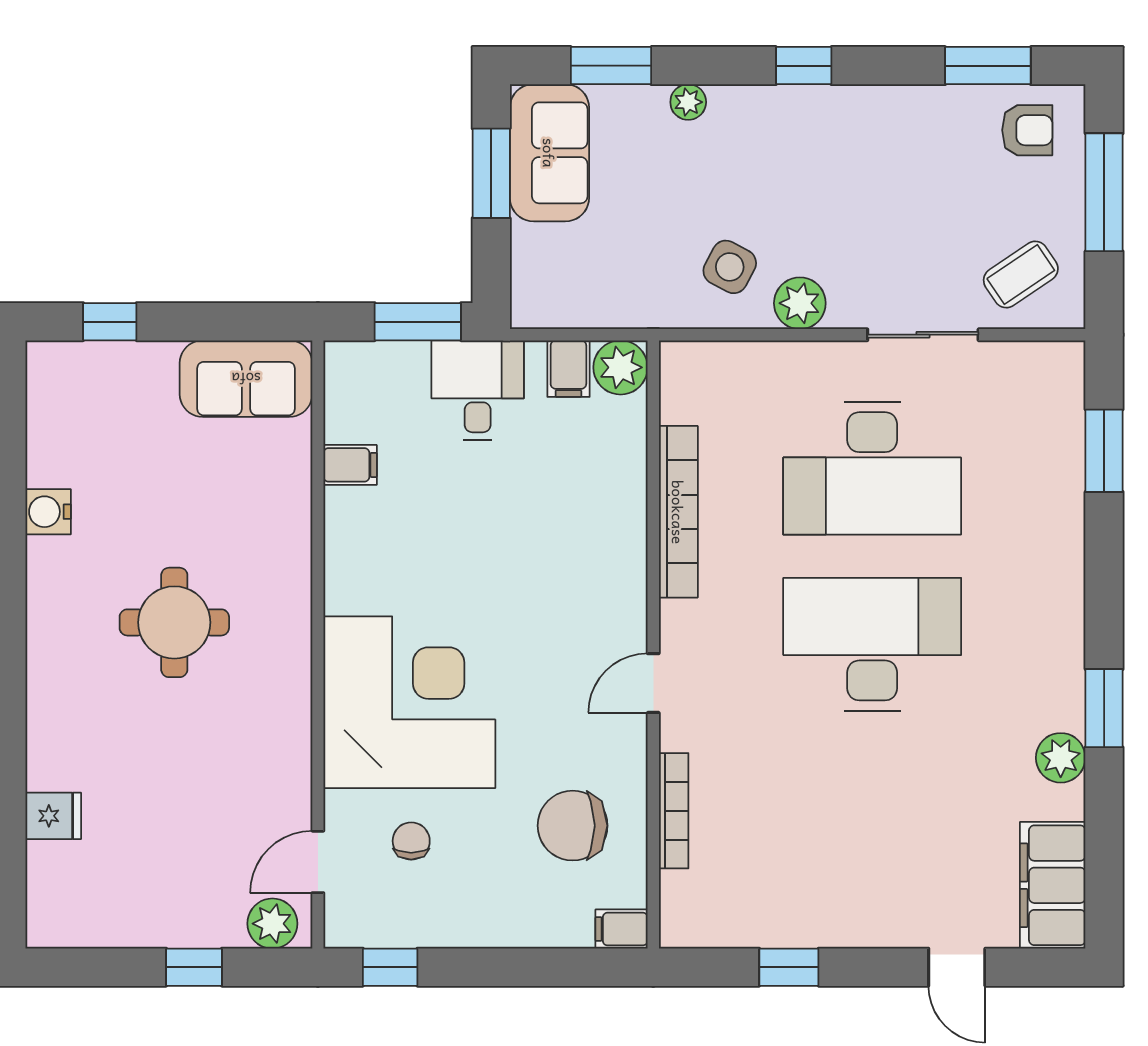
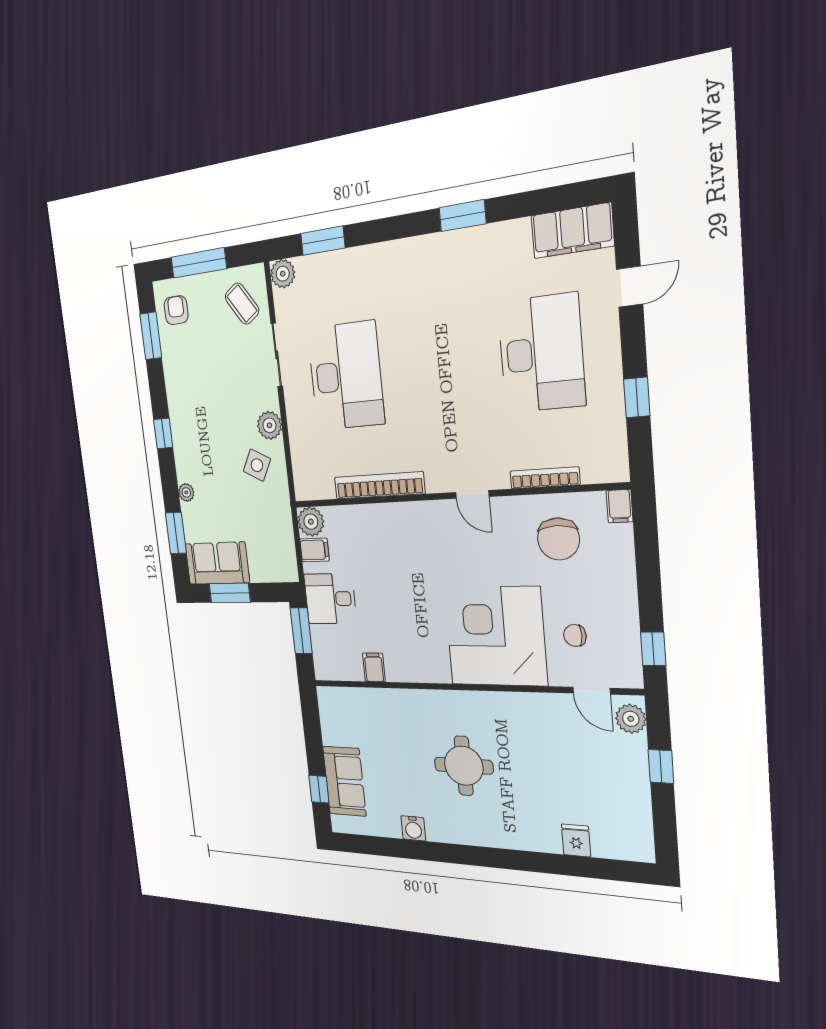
sofa: (246, 379) -> (344, 781), moved
desk: (872, 644) -> (541, 354), moved, turned 180
plant: (1061, 758) -> (283, 274), moved

